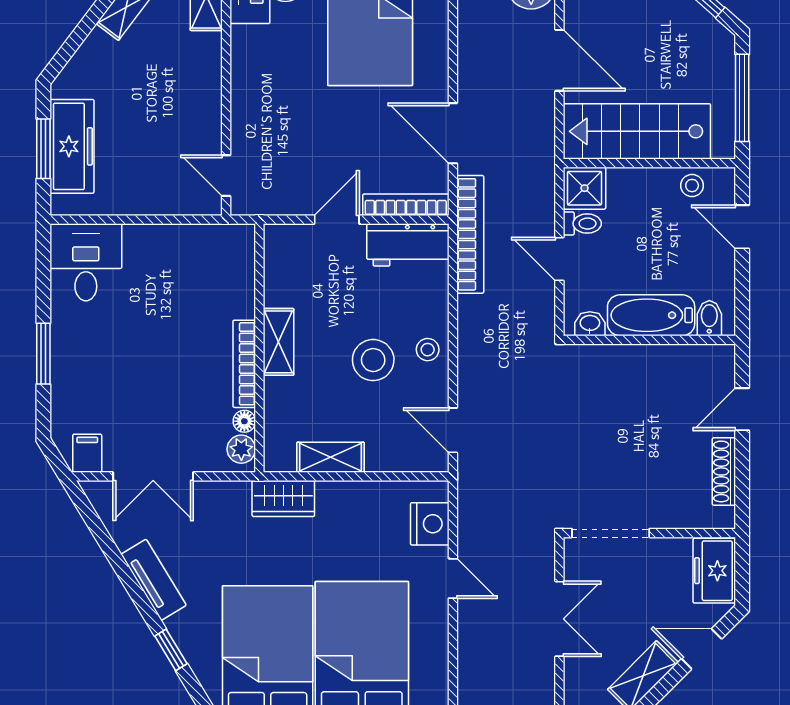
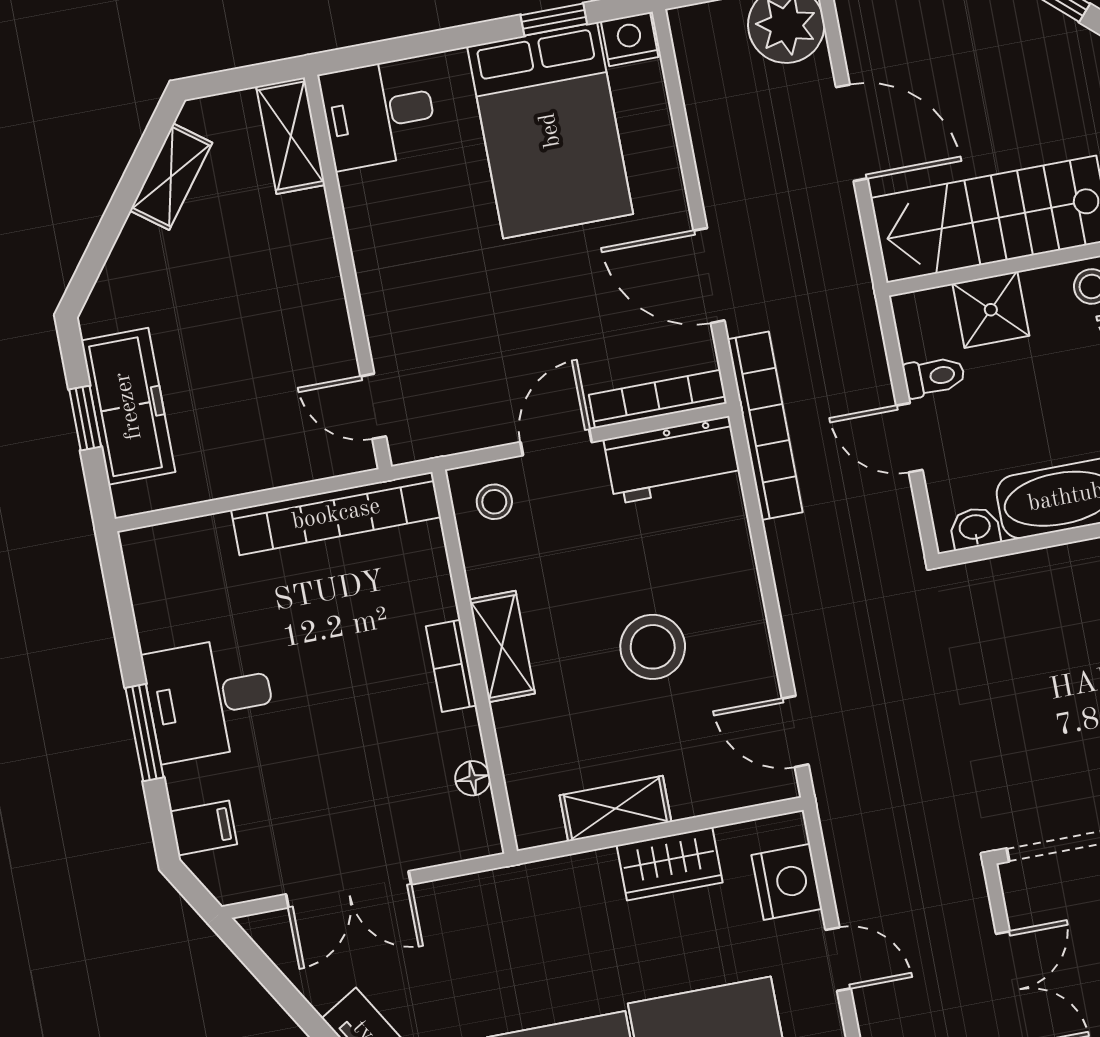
window: (43, 149) -> (85, 418), width x0.67
shower: (585, 188) -> (991, 310), moved
bookcase: (190, 239) -> (336, 514), added
desk: (86, 262) -> (210, 699), moved, turned -90
stool: (428, 350) -> (494, 502), moved
bookcase: (244, 364) -> (451, 666), width x0.64
plant: (241, 449) -> (476, 822), removed
filing cabinet: (87, 453) -> (204, 828), moved, turned 90
wardrobe: (283, 498) -> (670, 864), moved

